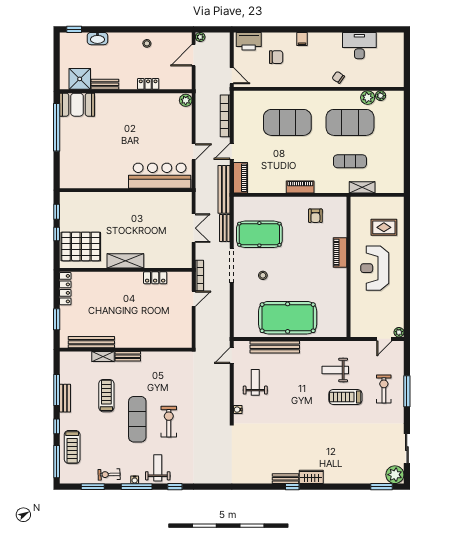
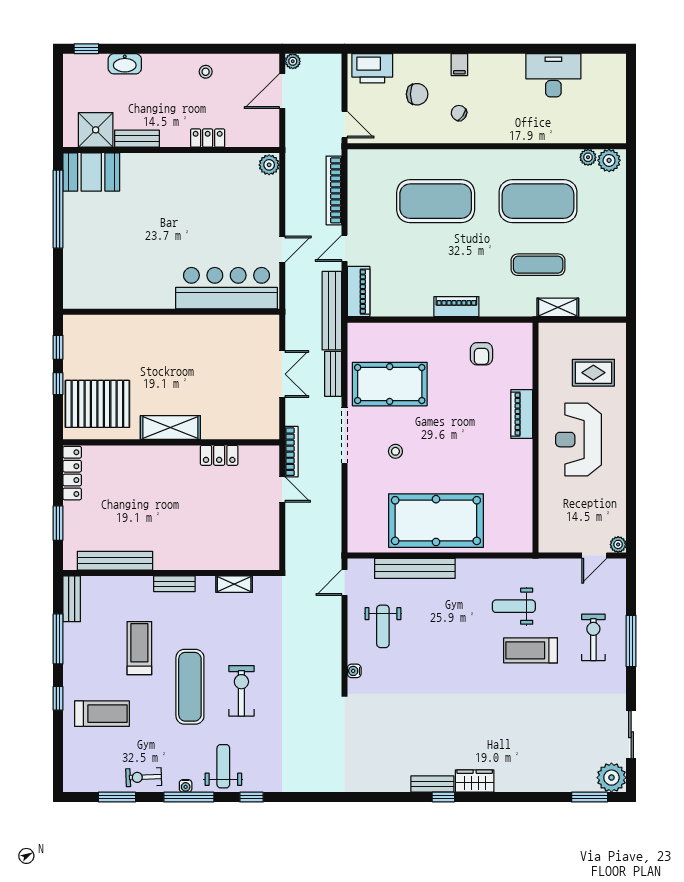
chair: (338, 77) -> (459, 113), moved
plant: (368, 98) -> (609, 160), moved
door: (194, 299) -> (282, 490), hinge flipped
shelving: (103, 356) -> (234, 584), moved
weight bench: (255, 382) -> (383, 626), turned 180
bench: (65, 398) -> (72, 599), moved
treadmill: (72, 447) -> (102, 714), moved, turned -90
window: (57, 462) -> (58, 756), removed

